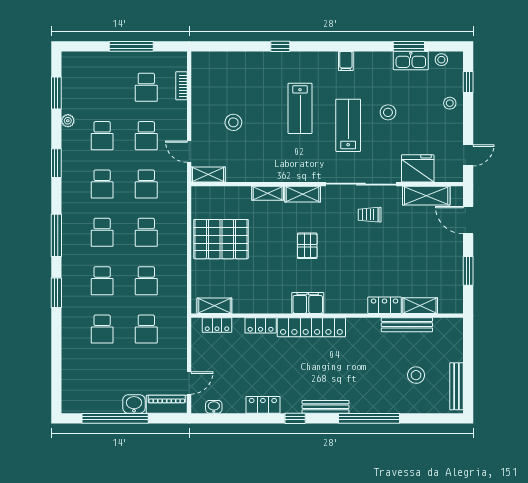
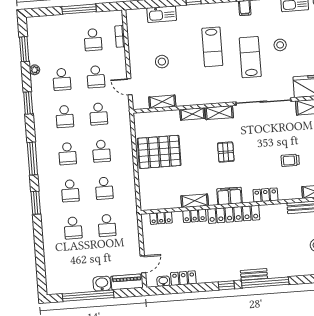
kitchen sink: (238, 61) -> (162, 14), added
shelving: (208, 174) -> (162, 102), moved
trolley: (370, 215) -> (290, 160), moved
locker: (385, 305) -> (265, 195), moved
shelving: (214, 306) -> (195, 201), moved
locker: (263, 405) -> (183, 278), moved
bench: (326, 407) -> (254, 274), width x0.73
window: (369, 418) -> (265, 282), moved

